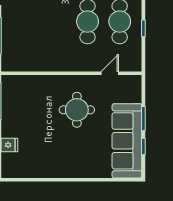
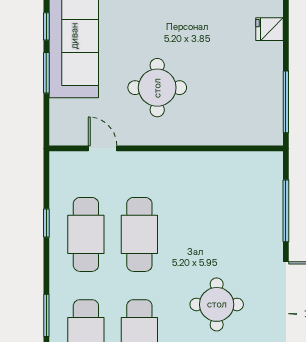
door: (110, 73) -> (103, 148), swing flipped

